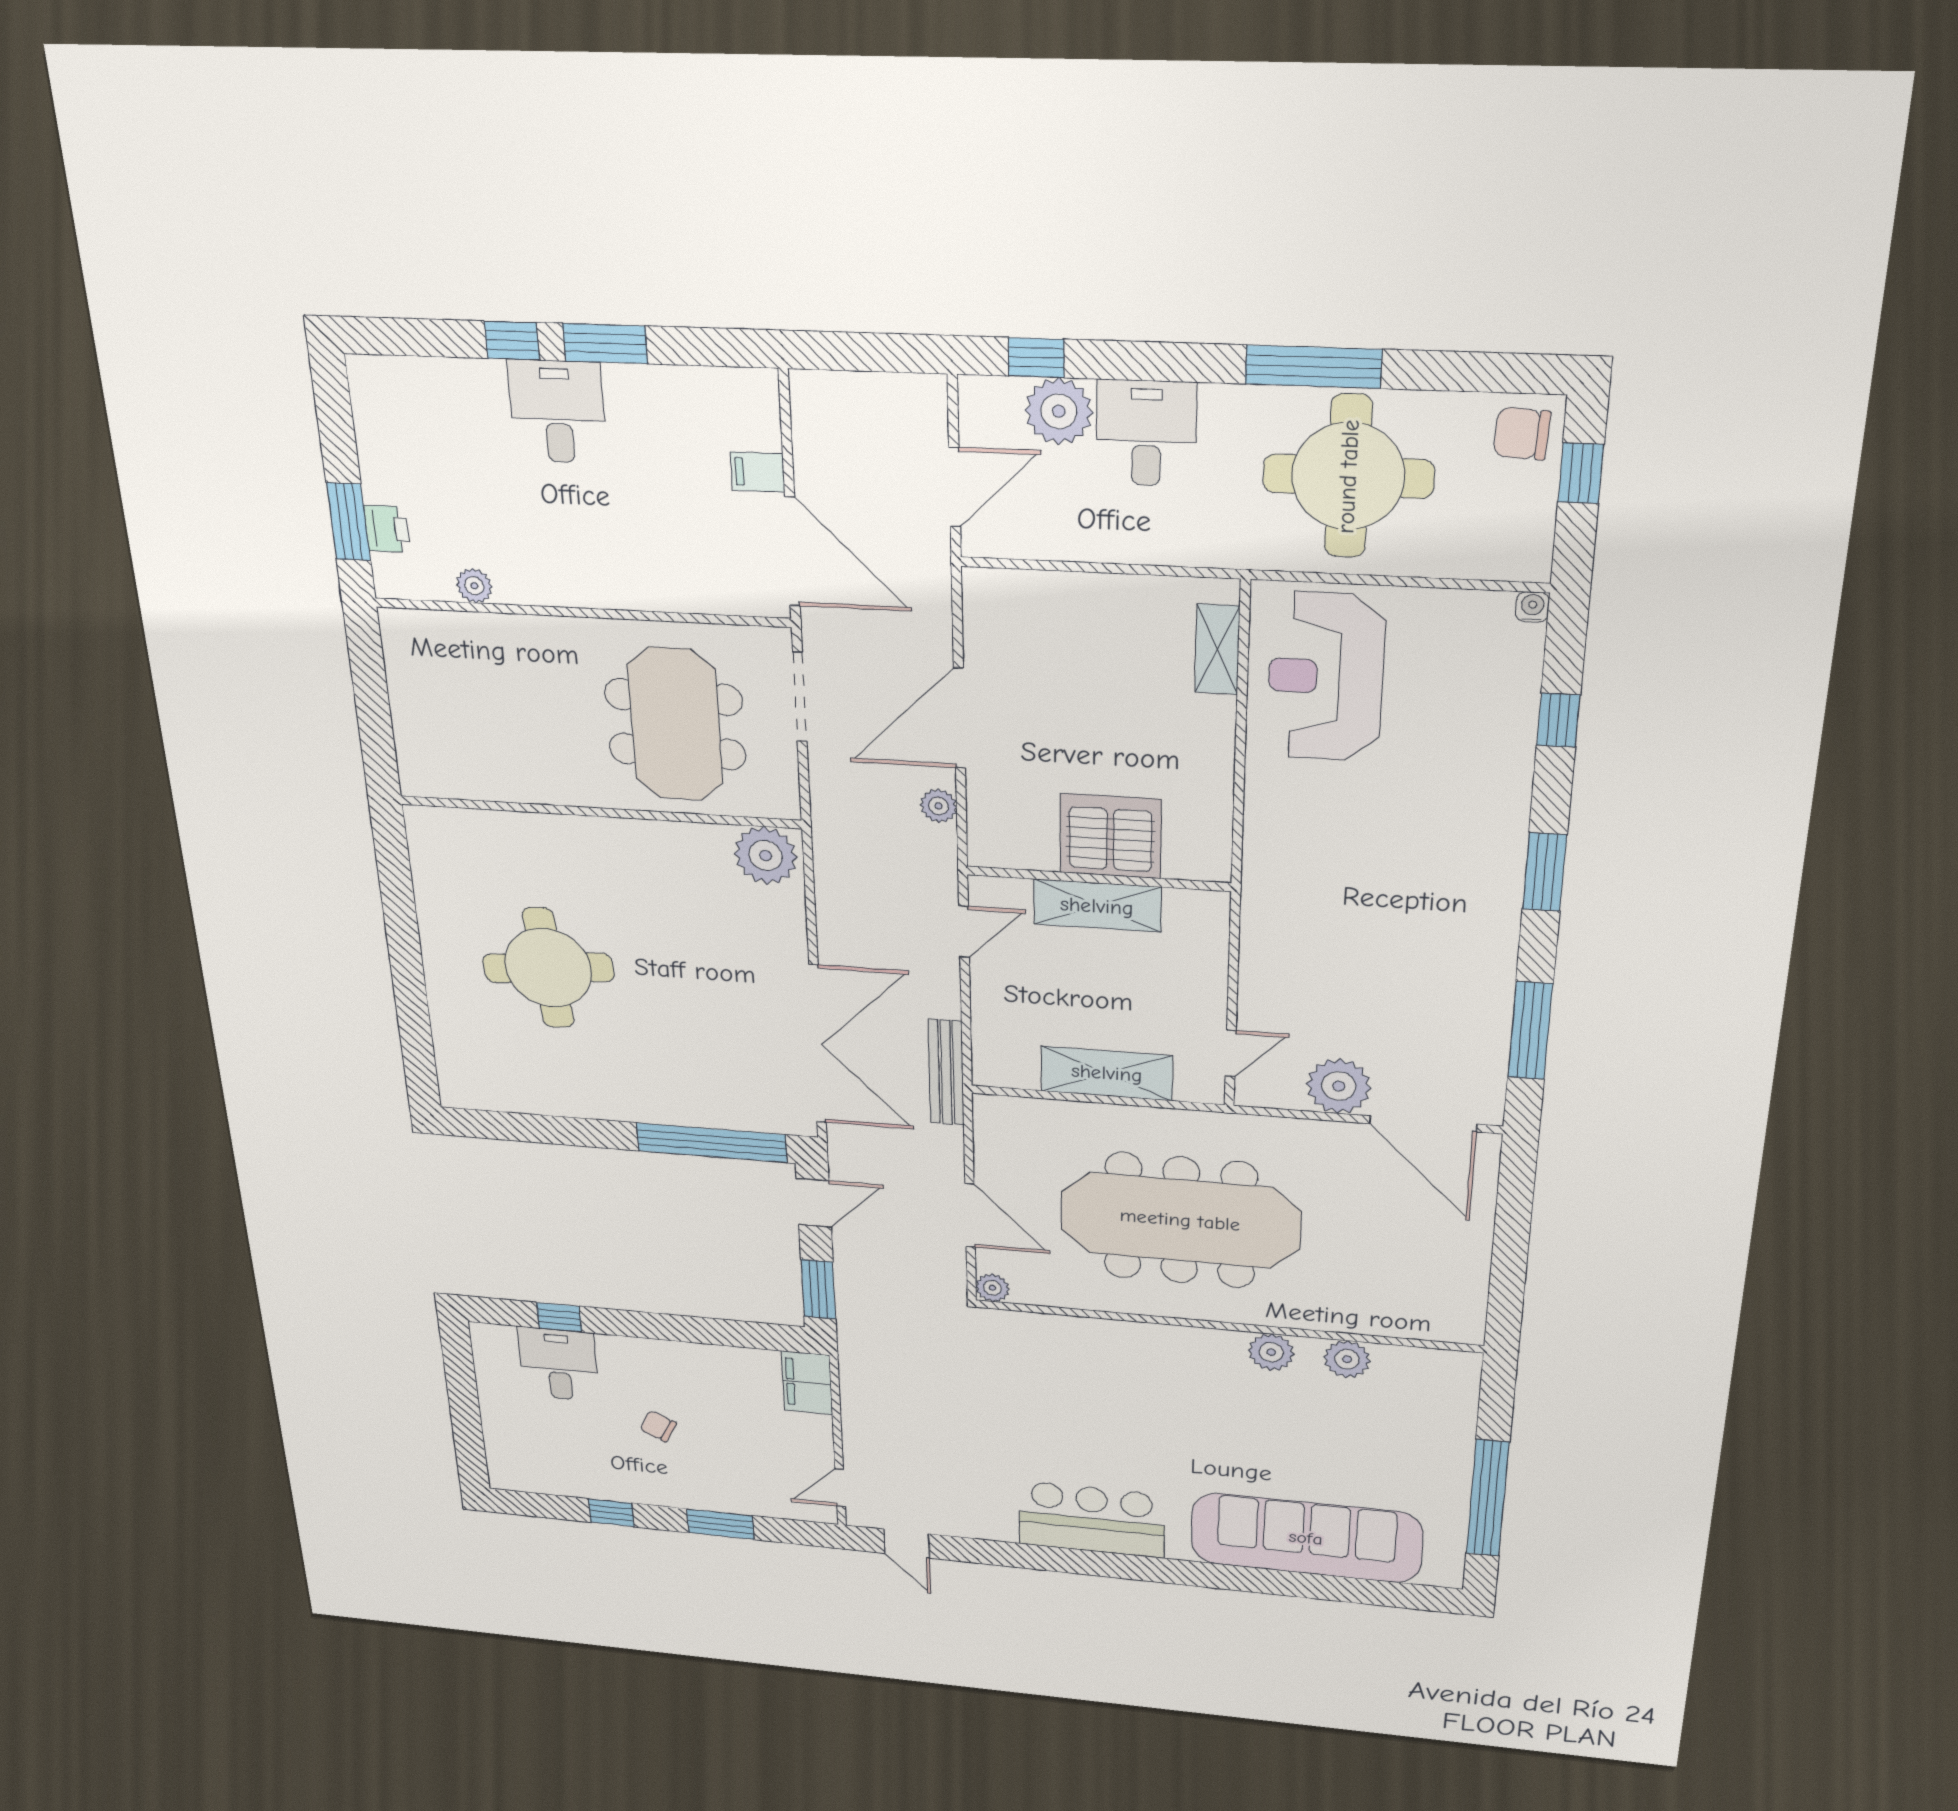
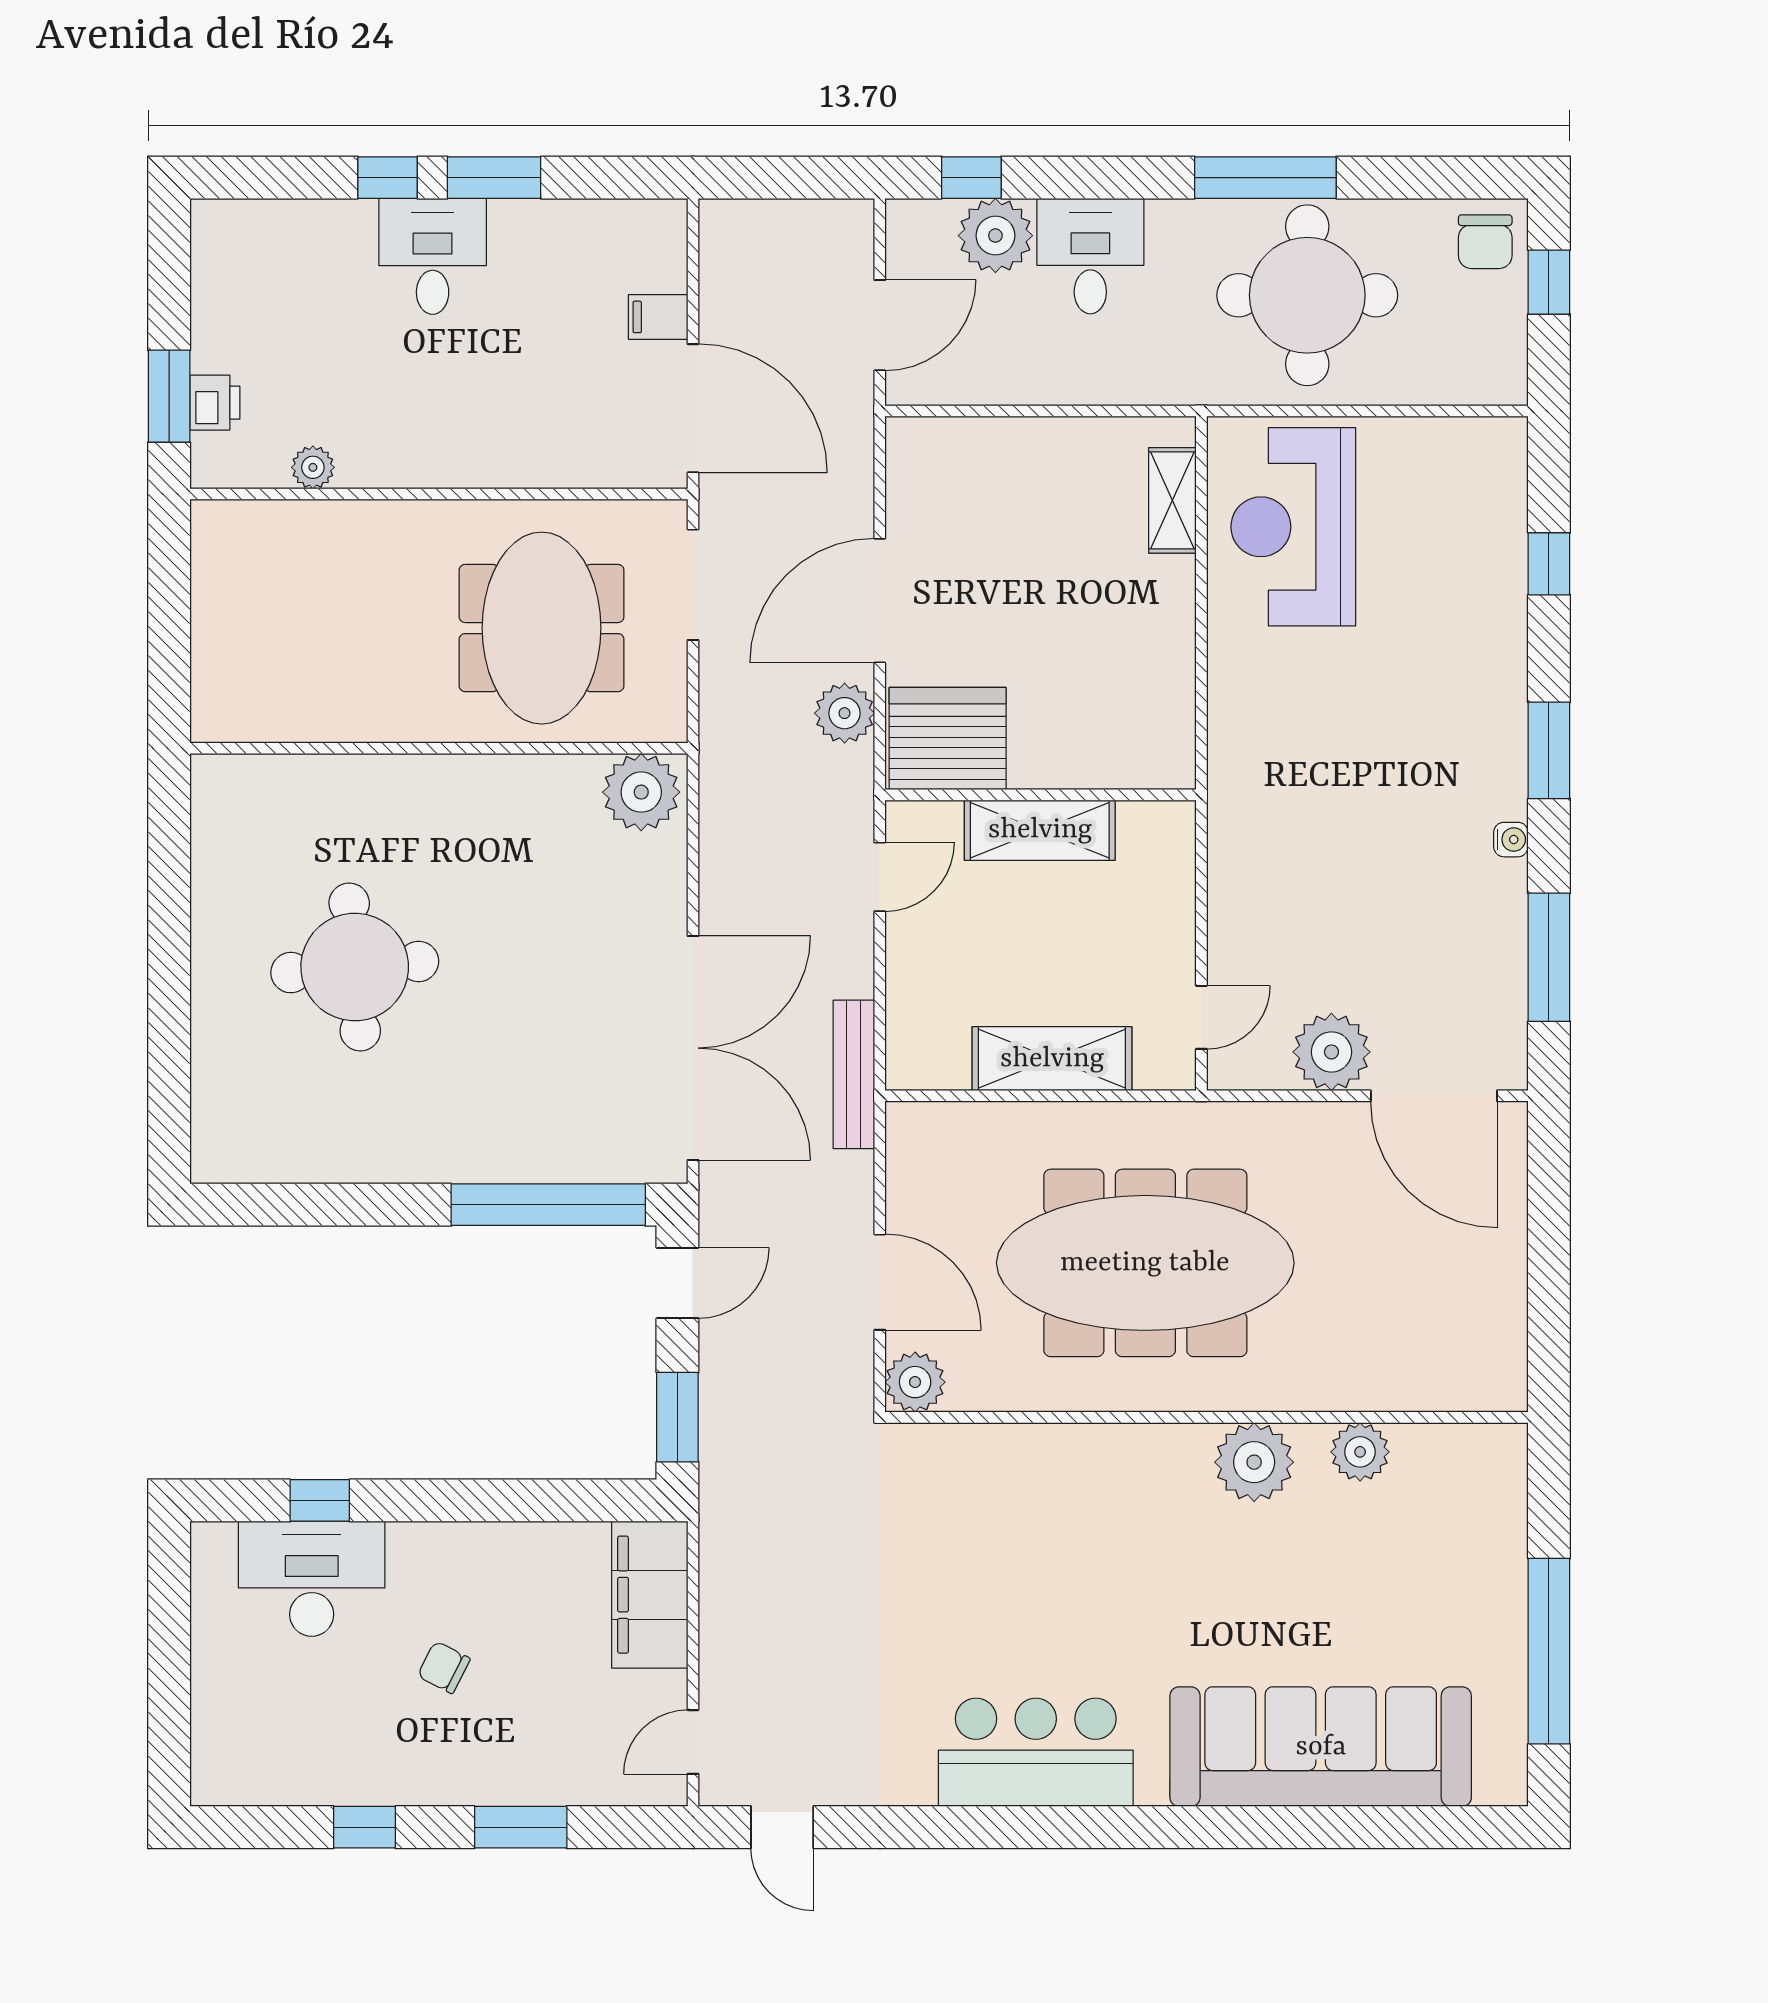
chair: (1522, 434) -> (1485, 242), turned -93
water cooler: (1533, 607) -> (1511, 840), moved, turned 90
plant: (939, 806) -> (845, 713), width x1.38, depth x1.38
server rack: (1110, 836) -> (948, 739), moved
plant: (992, 1288) -> (915, 1382), width x1.38, depth x1.38
plant: (1271, 1352) -> (1254, 1462), width x1.36, depth x1.36
desk: (559, 1364) -> (312, 1579), width x1.37
filing cabinet: (807, 1383) -> (650, 1595), width x1.50, depth x1.17

